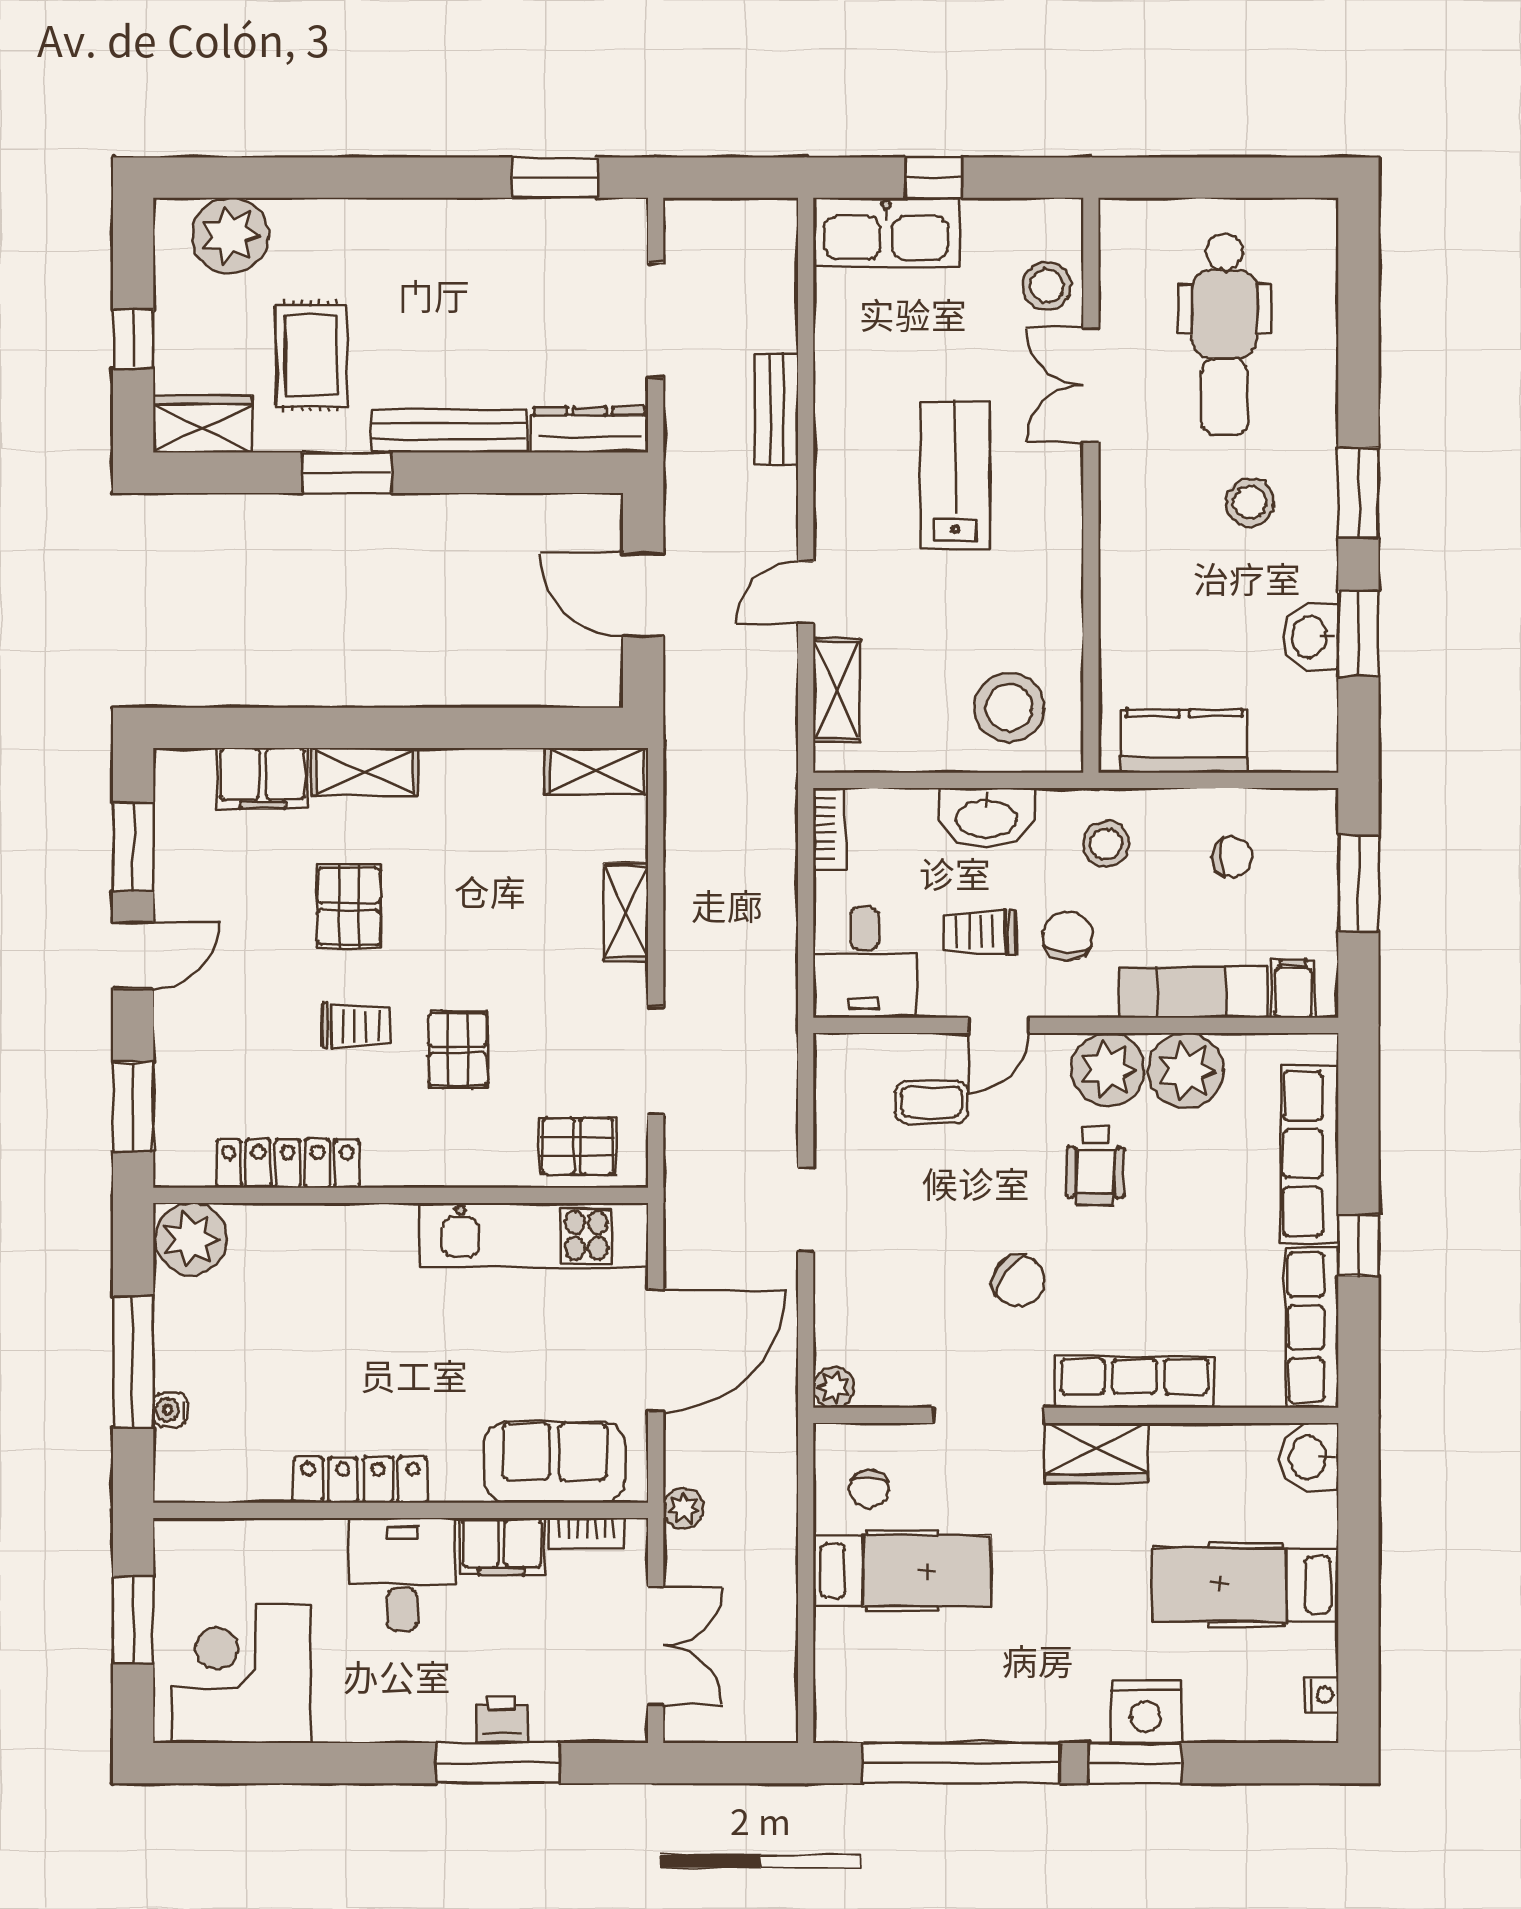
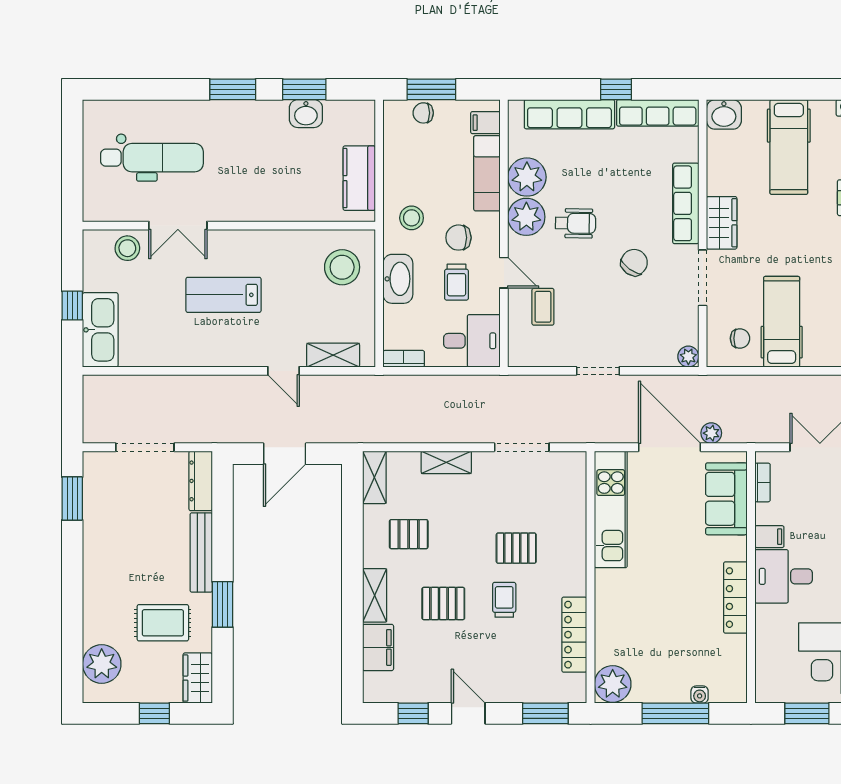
bench: (777, 409) -> (190, 386), removed
stool: (1250, 502) -> (238, 145), removed
window: (133, 847) -> (413, 713), width x0.67
chair: (1232, 857) -> (423, 113), moved, turned -90
pallet: (577, 1146) -> (409, 534), moved, turned 90
plant: (683, 1508) -> (711, 433), moved
filing cabinet: (502, 1547) -> (769, 537), width x0.50

